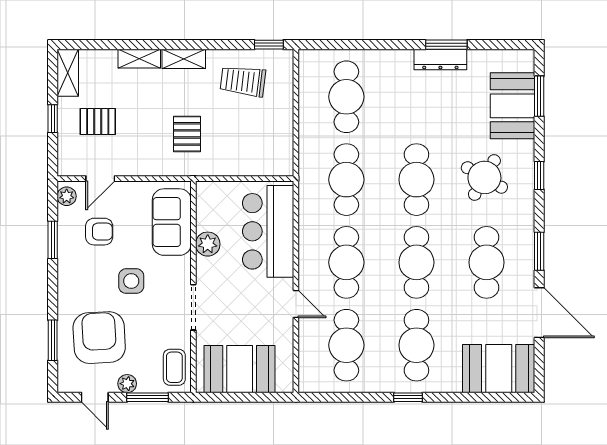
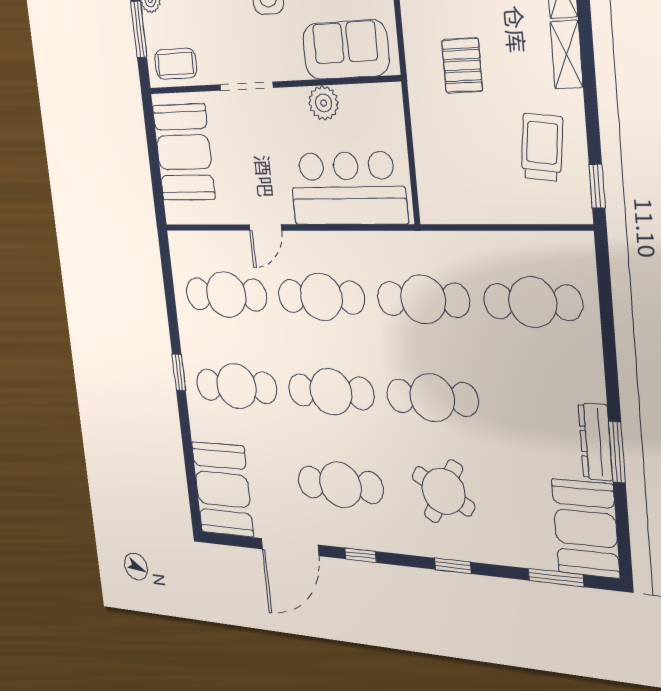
booth: (512, 106) -> (586, 528), moved, turned 90
pallet: (187, 134) -> (462, 65), turned 90
window: (539, 251) -> (360, 555), width x0.67

